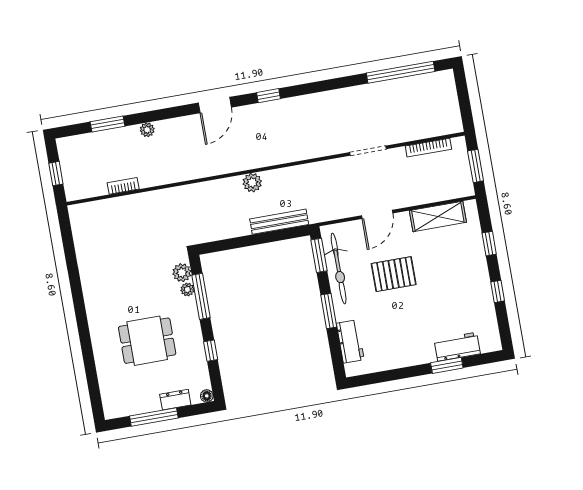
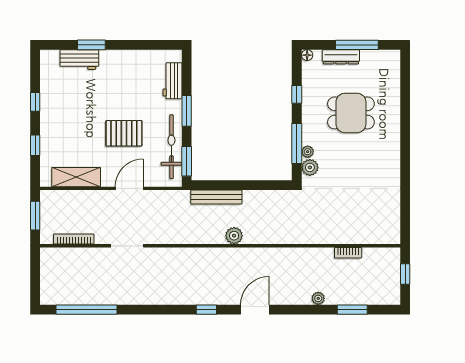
dresser: (175, 400) -> (341, 57), width x1.44

